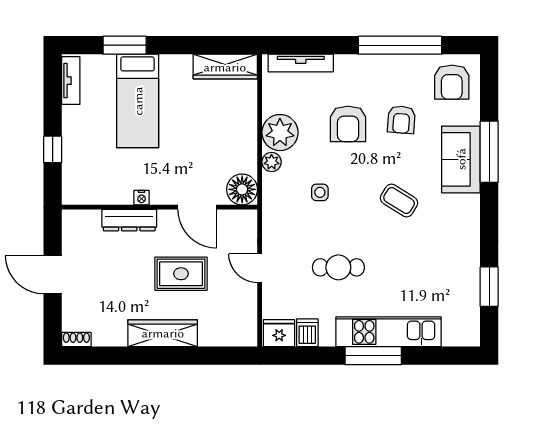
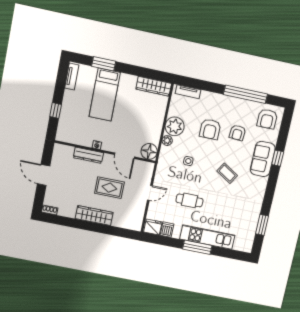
tv unit: (301, 63) -> (188, 92), width x0.71
window: (489, 152) -> (278, 158), width x0.46
door: (260, 268) -> (150, 193), swing flipped

